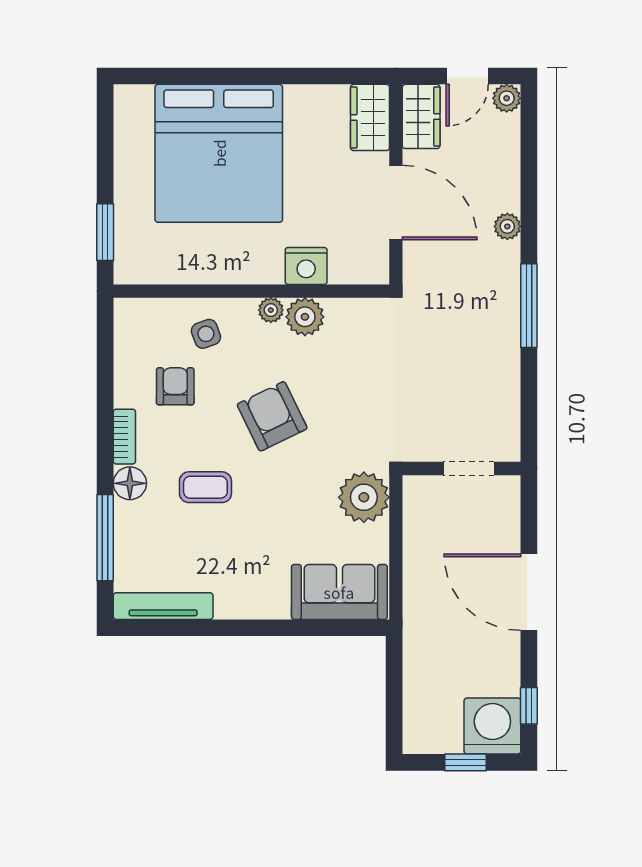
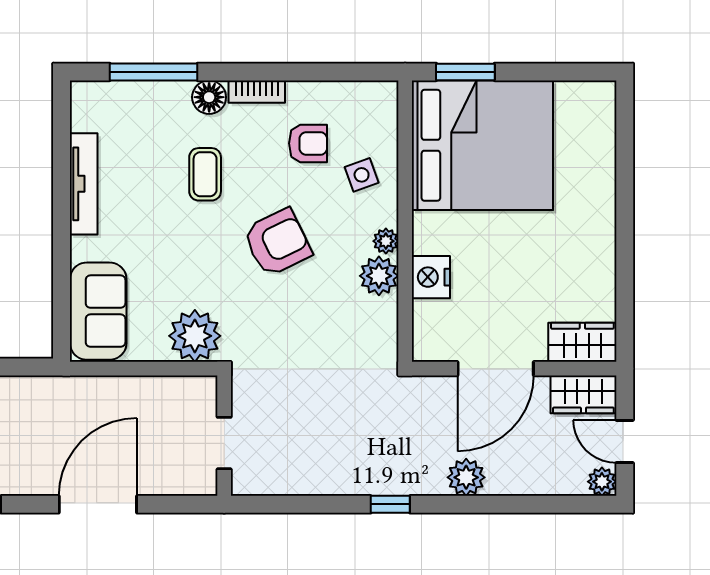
bed: (219, 153) -> (482, 145), moved, turned 180
plant: (507, 226) -> (466, 477), width x1.38, depth x1.38
window: (529, 306) -> (390, 504), width x0.46
tv unit: (163, 606) -> (84, 184), moved

